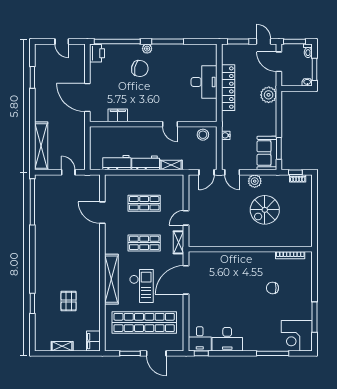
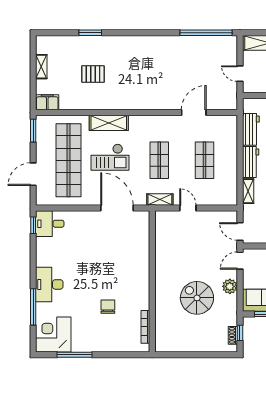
door: (68, 172) -> (240, 74), swing flipped
shelving: (111, 279) -> (109, 123), width x0.68
desk: (227, 339) -> (49, 284), moved
window: (130, 353) -> (33, 131), moved

